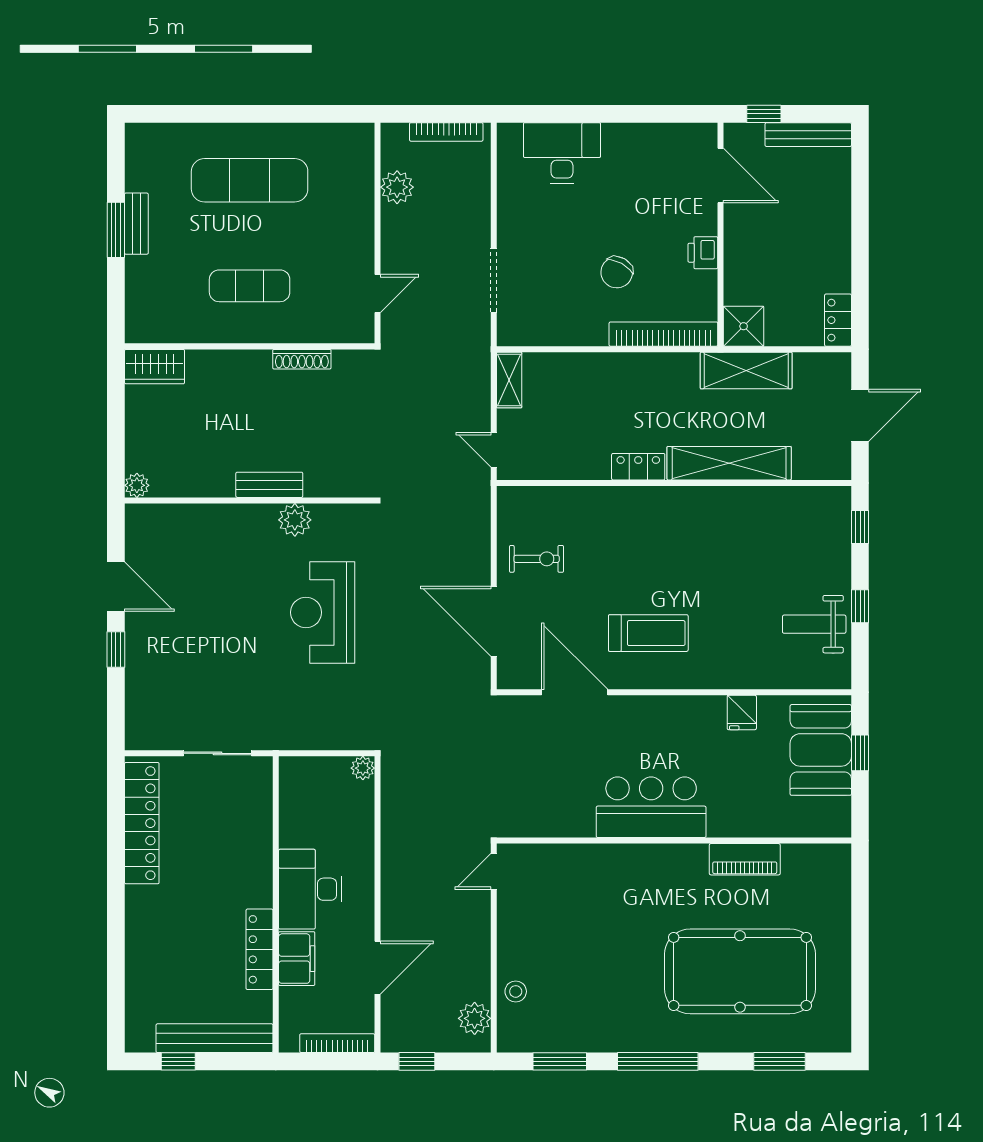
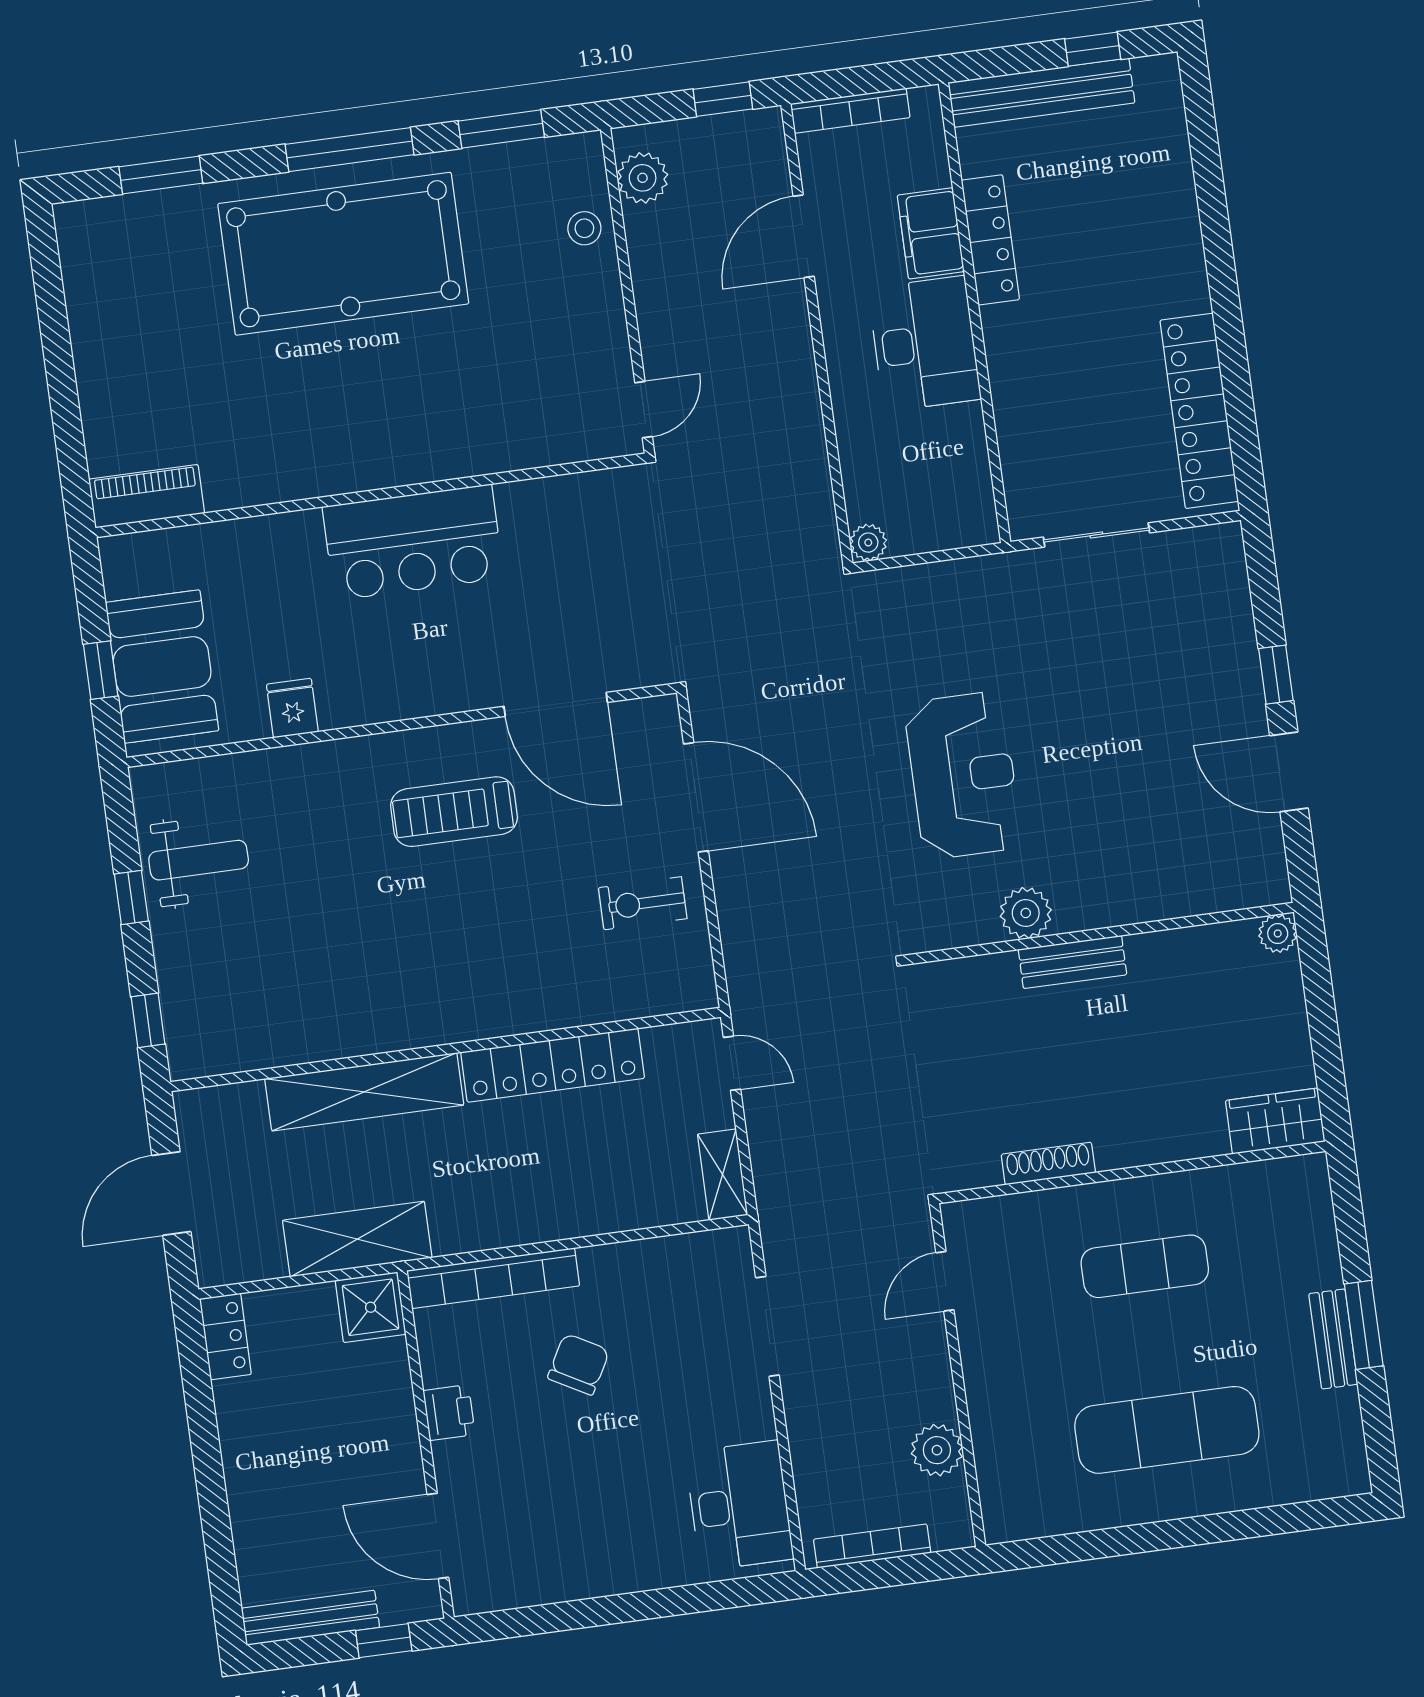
desk: (562, 153) -> (739, 1506), moved, turned -90
locker: (638, 467) -> (553, 1065), width x2.16, depth x1.21
piano: (745, 859) -> (147, 496), moved
pool table: (740, 971) -> (343, 254), moved

